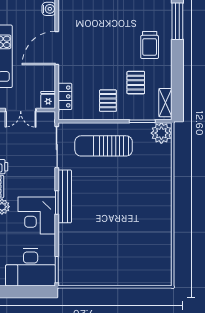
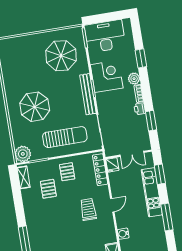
trolley: (150, 45) -> (88, 209), moved
door: (57, 48) -> (112, 205), width x0.53
locker: (65, 96) -> (100, 170), width x1.53
double door: (21, 110) -> (132, 154), swing flipped
parasol: (136, 191) -> (35, 107), added
parasol: (91, 252) -> (61, 56), added

